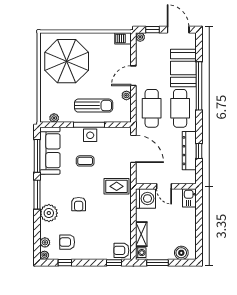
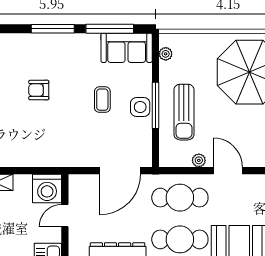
sofa: (50, 151) -> (127, 48), width x0.73
rug: (117, 186) -> (65, 146), removed
plant: (49, 213) -> (26, 46), removed

